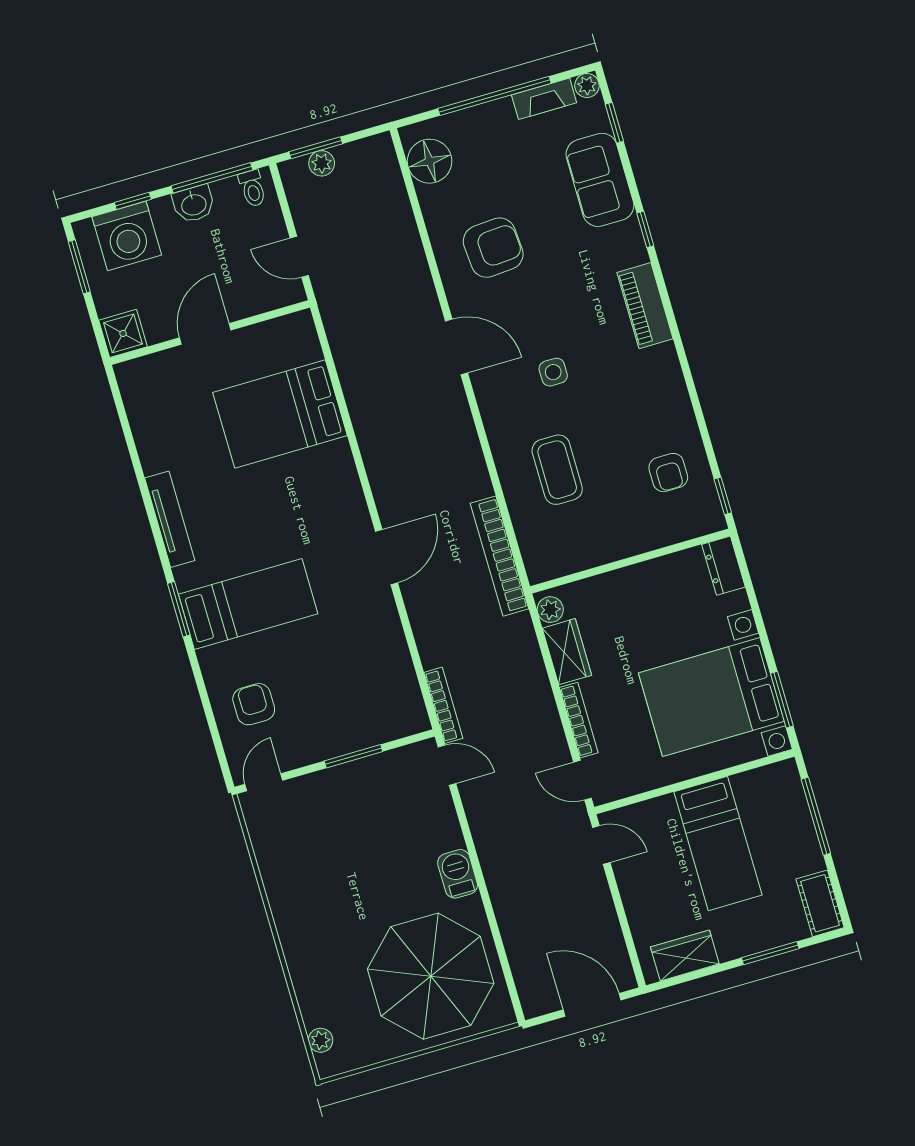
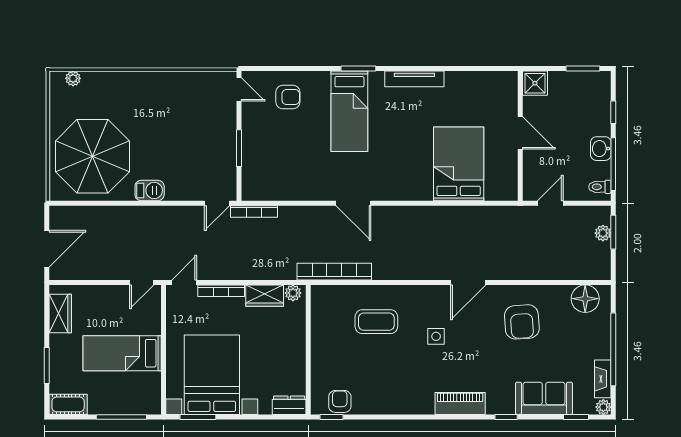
washing machine: (127, 236) -> (593, 103), removed
armchair: (668, 473) -> (340, 401), moved, turned 90

